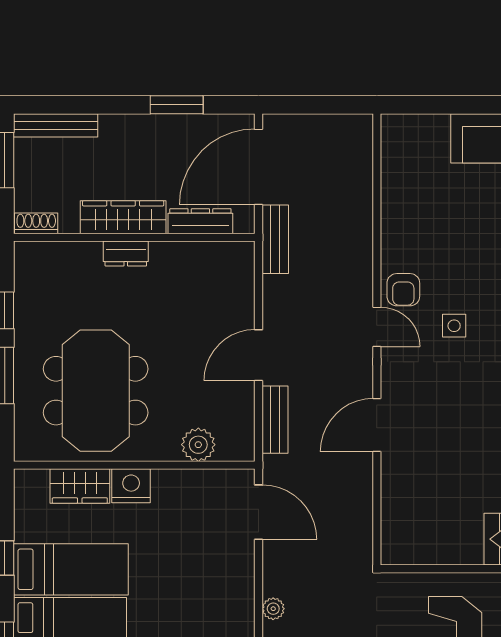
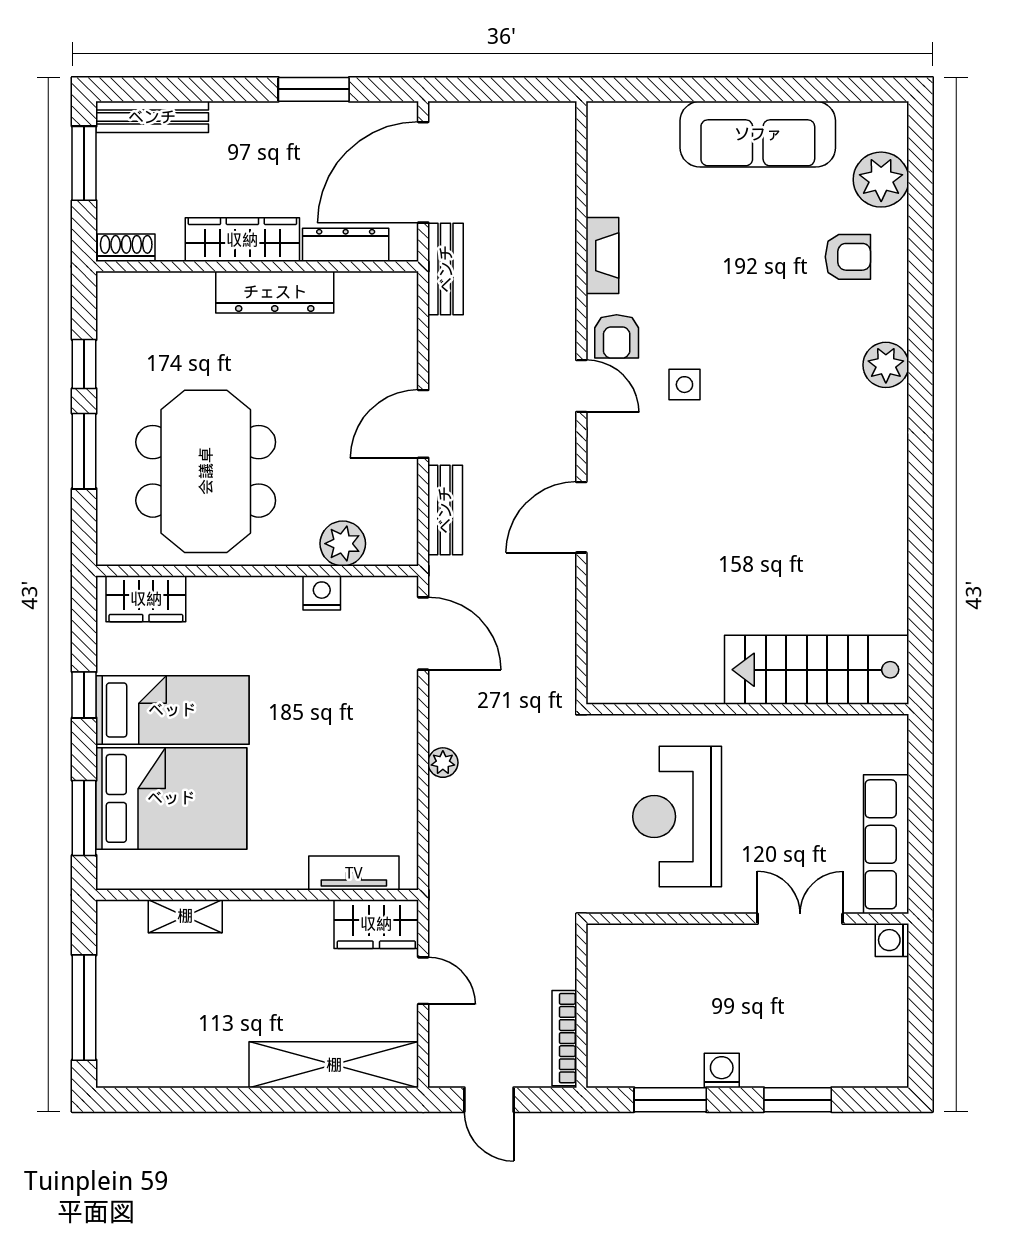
fireplace: (393, 229) -> (602, 256), added
dresser: (126, 253) -> (275, 292), width x1.96, depth x1.24
wardrobe: (80, 486) -> (146, 599), moved
nightstand: (131, 486) -> (322, 593), moved, width x0.74, depth x0.75

